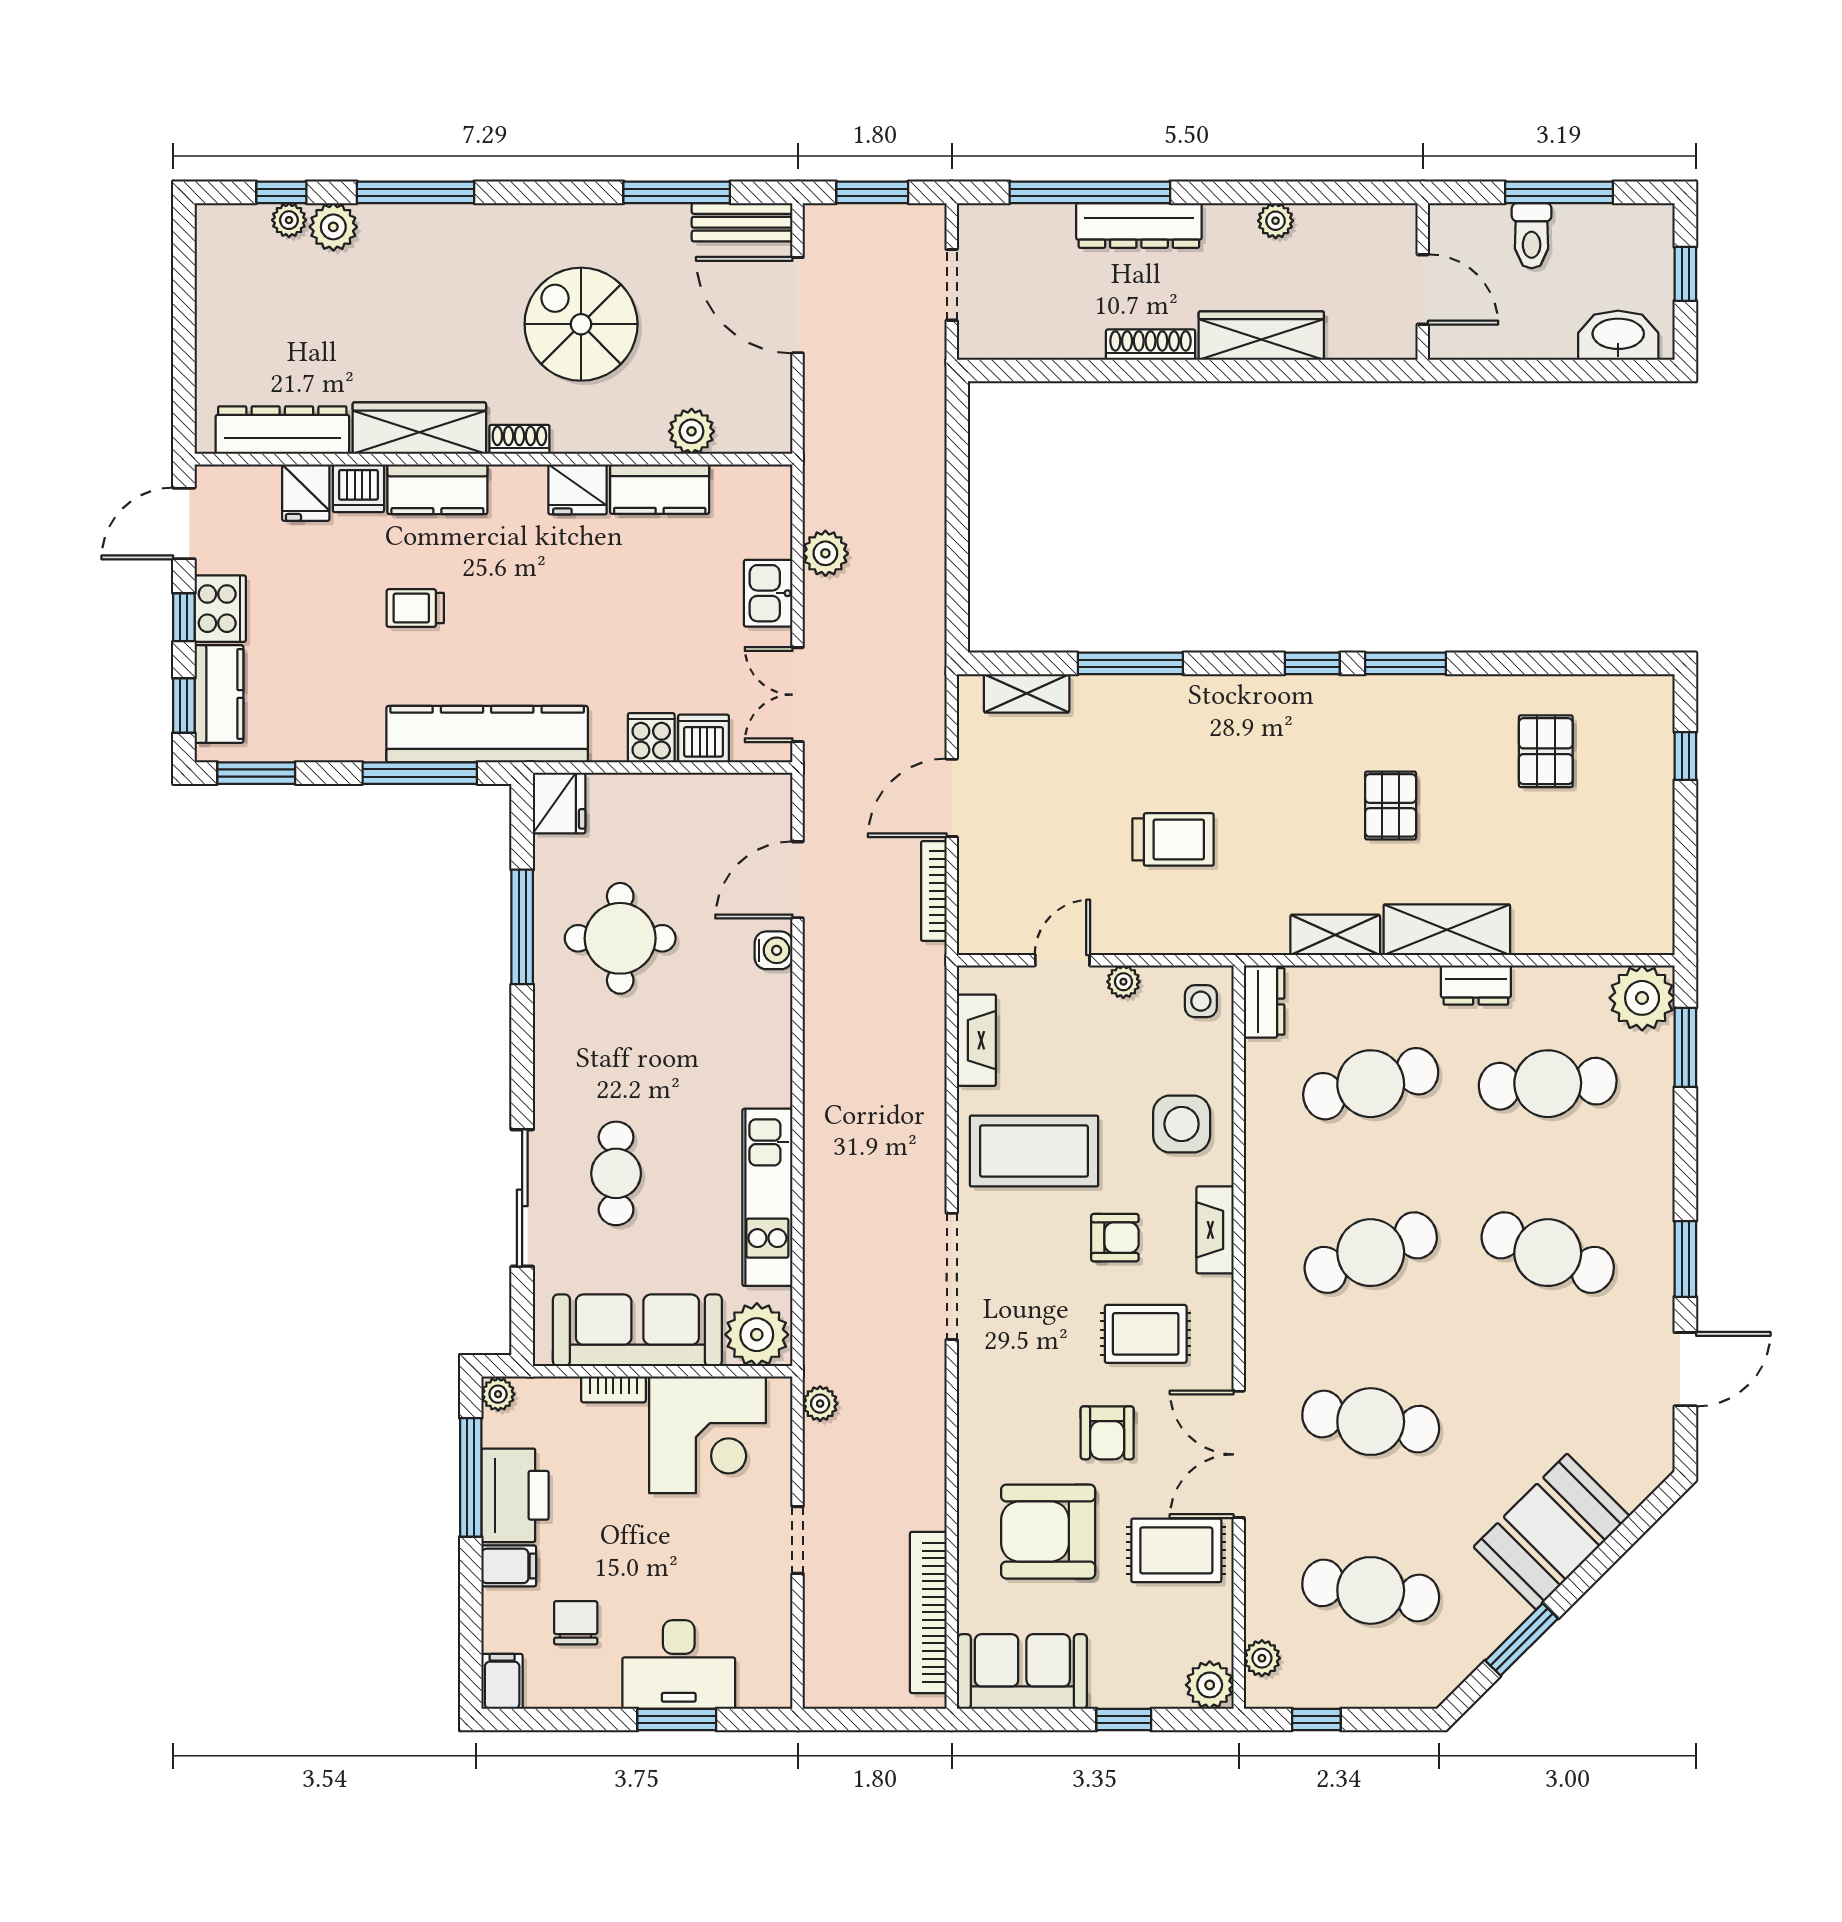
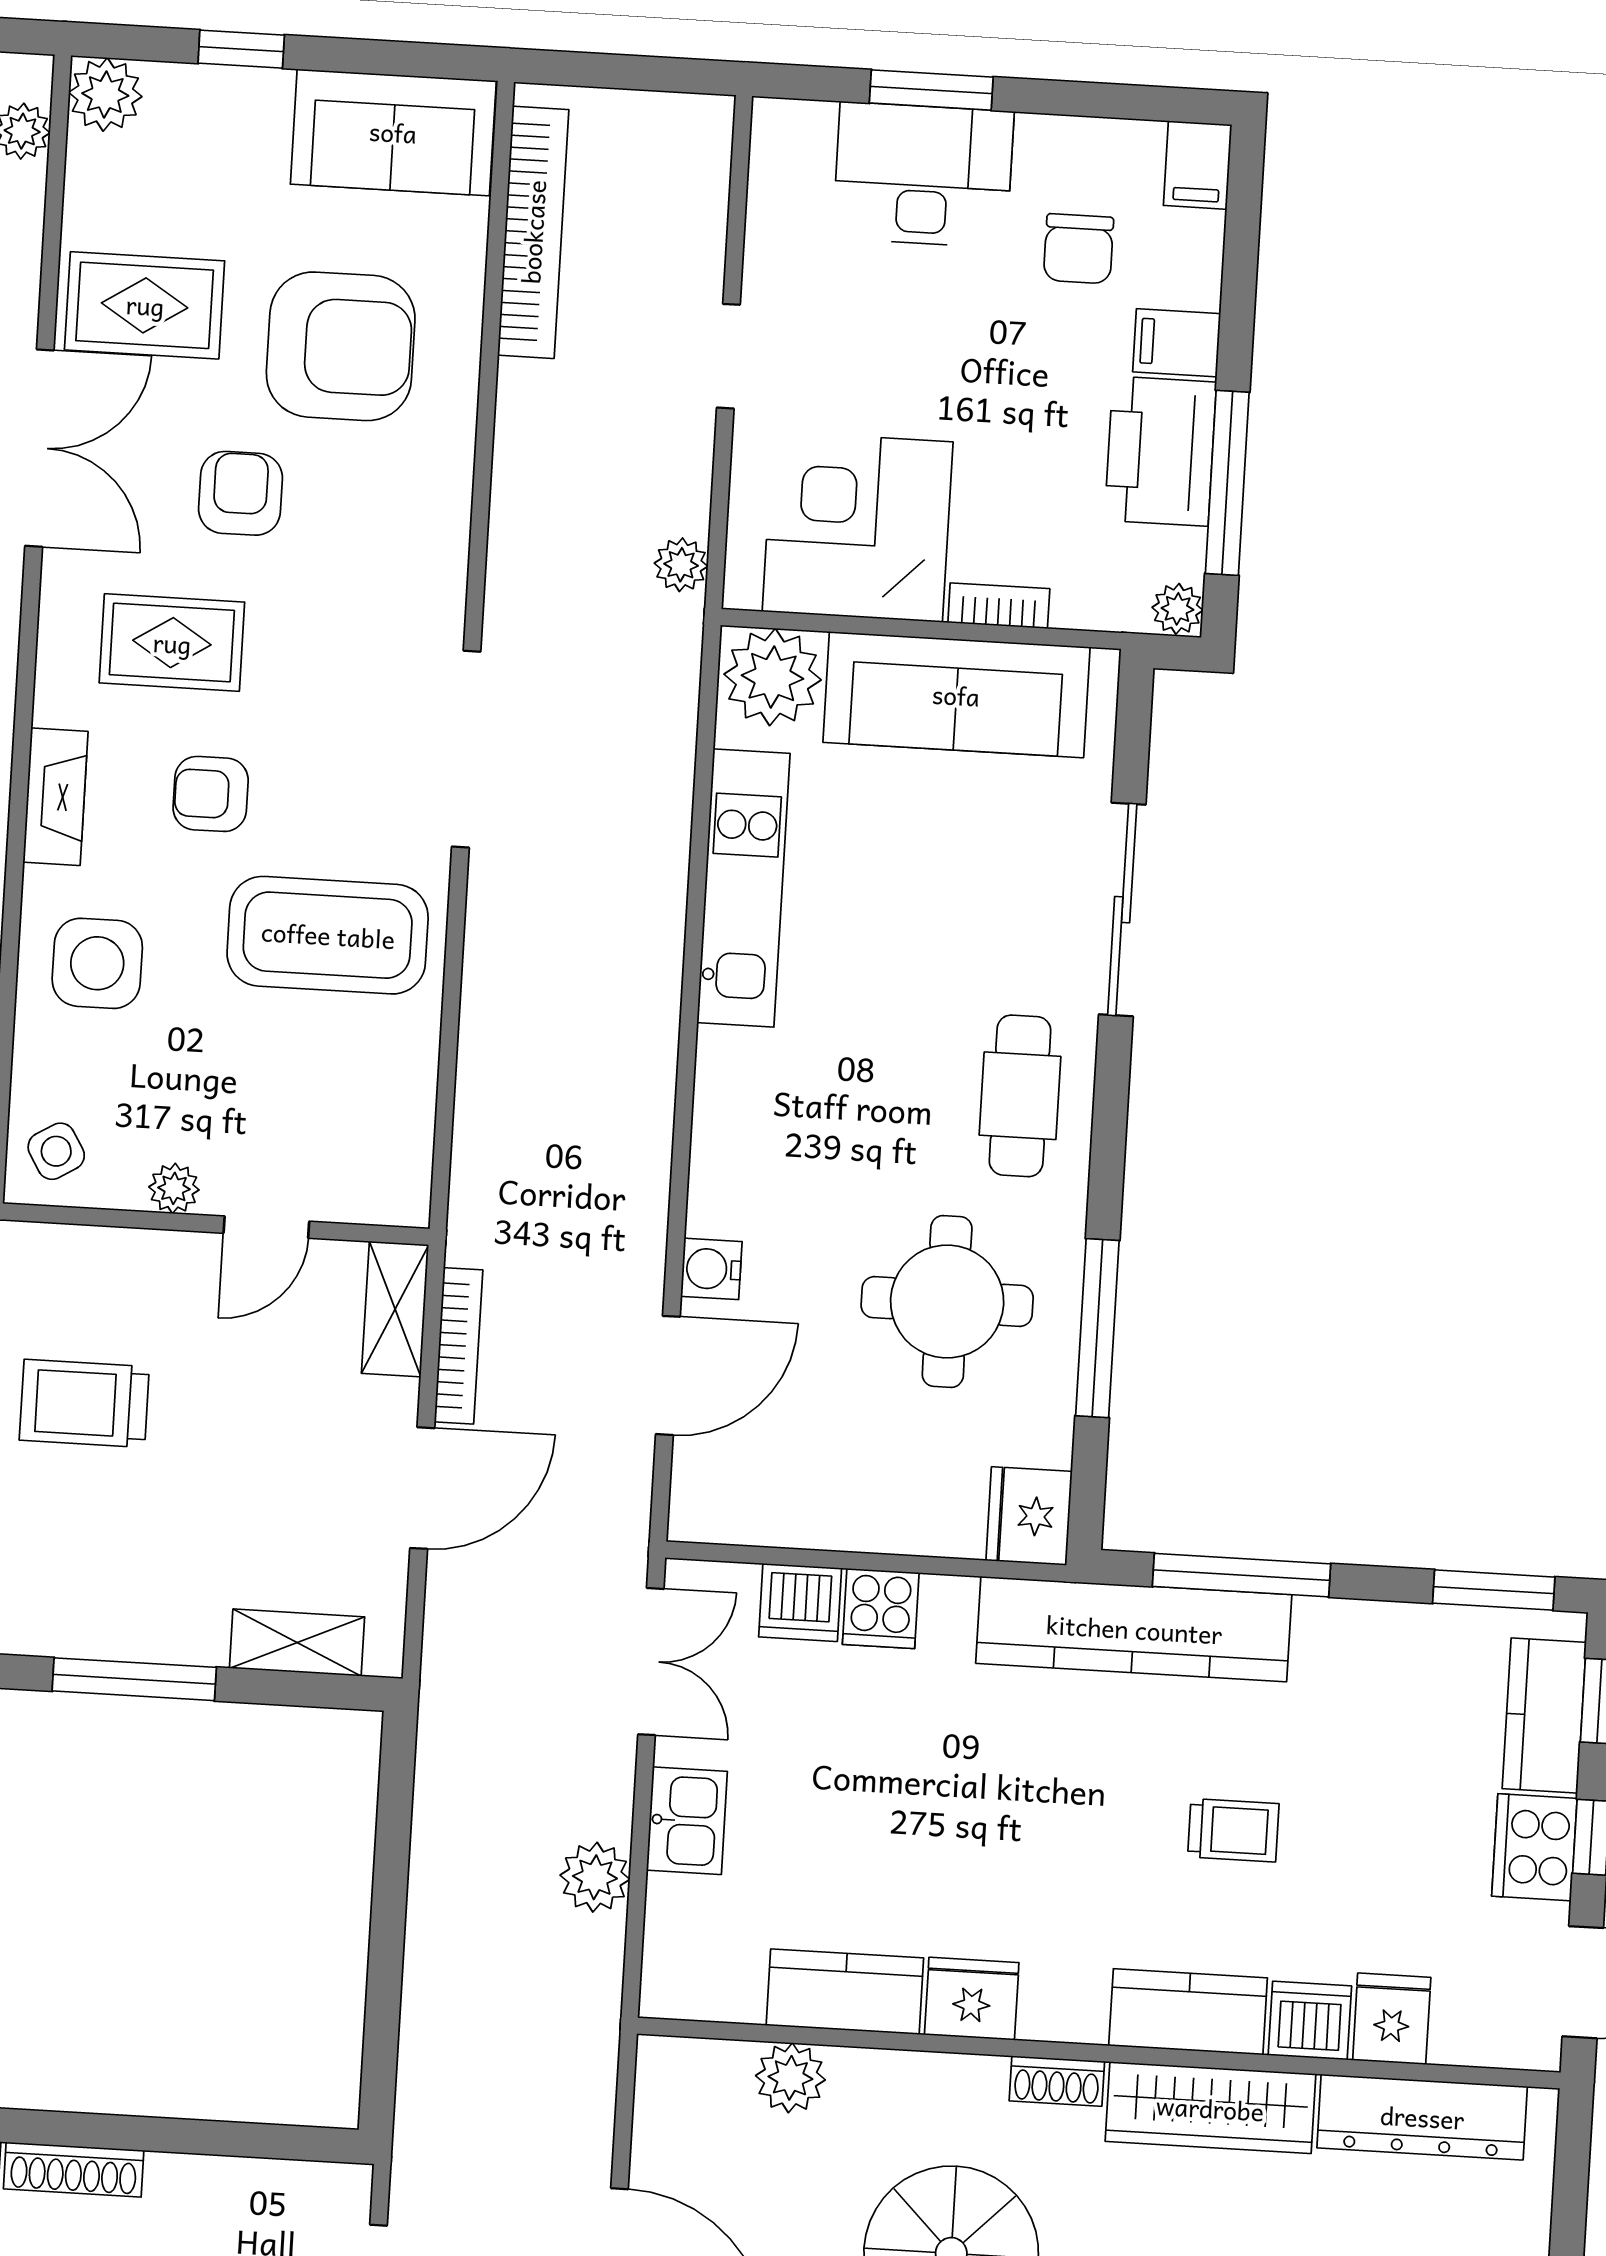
shelving: (976, 912) -> (395, 1309), added
side table: (1201, 1001) -> (56, 1151), turned -31
fireplace: (976, 1040) -> (406, 1112), removed
cafe table: (616, 1173) -> (1020, 1096), moved

